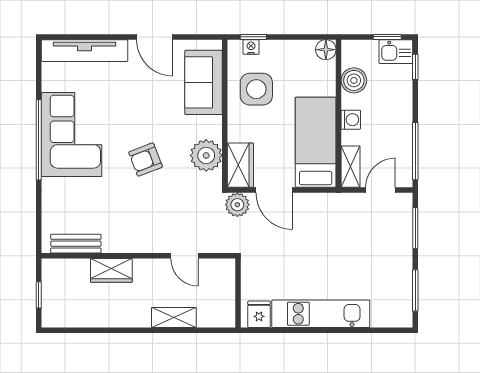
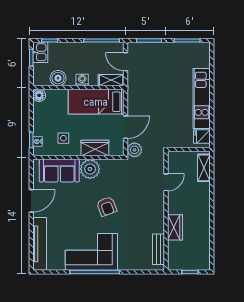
side table: (256, 89) -> (63, 138), width x0.54, depth x0.54
plant: (206, 155) -> (90, 169), moved
wardrobe: (240, 165) -> (95, 148), moved
shelving: (174, 317) -> (204, 168), moved

